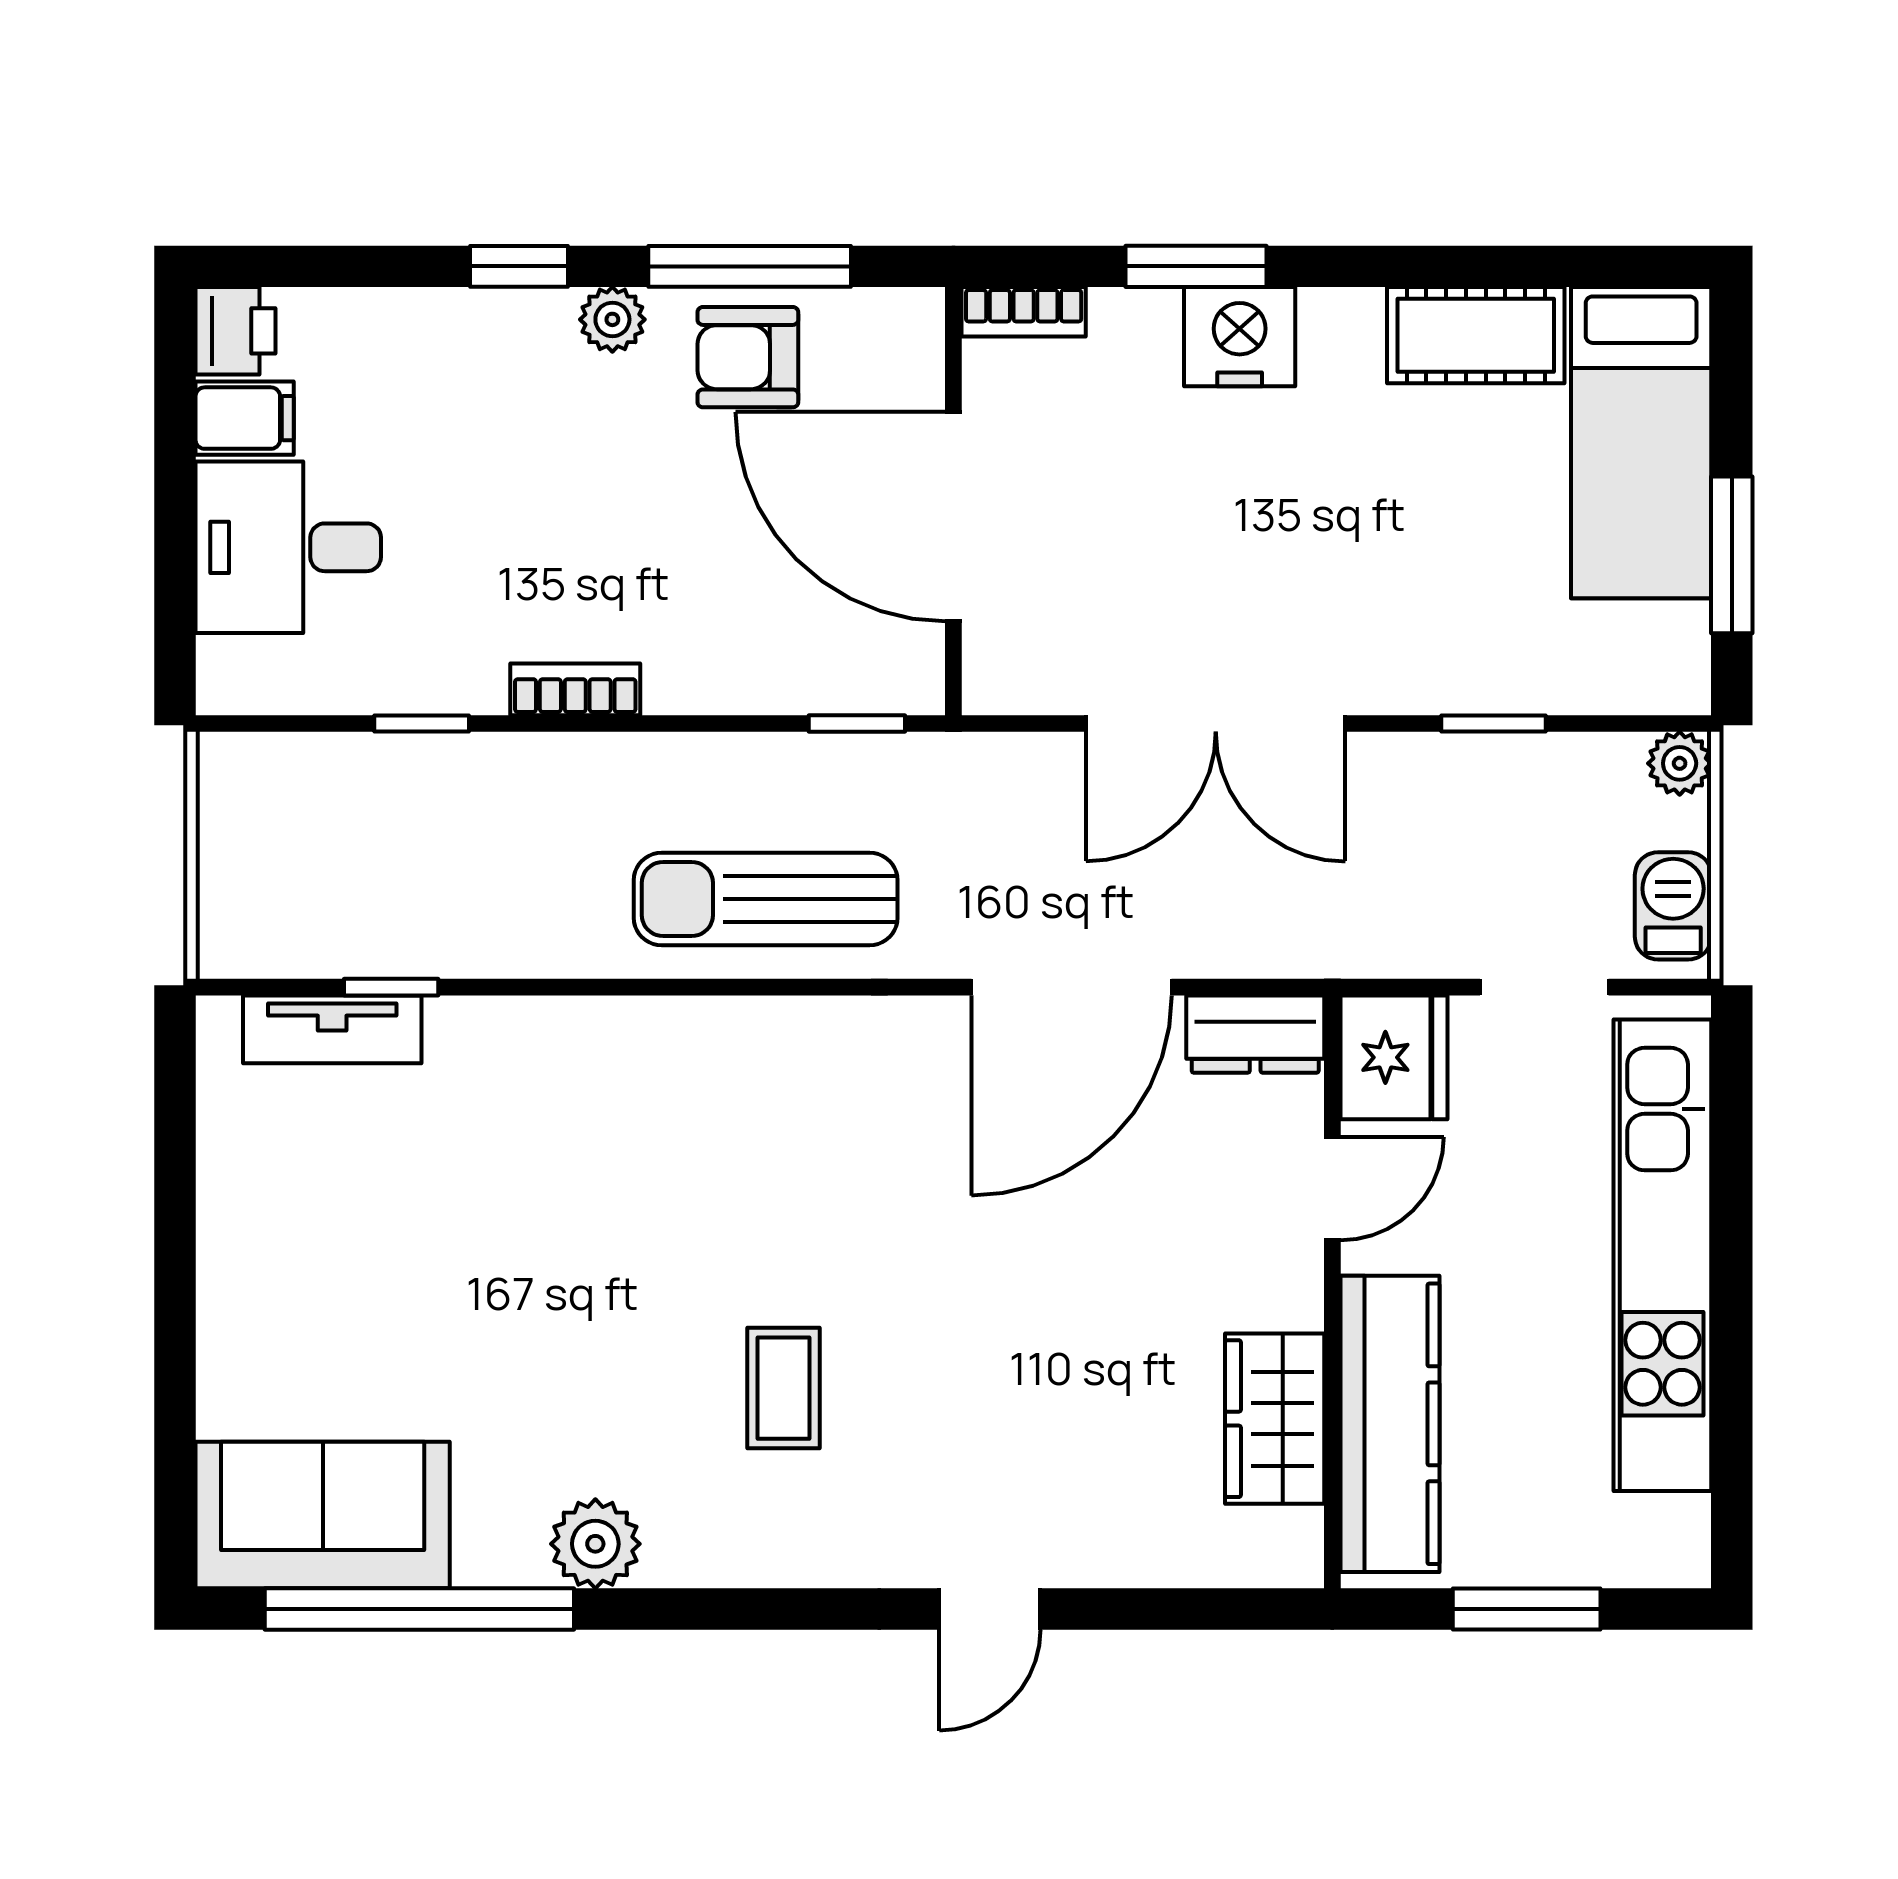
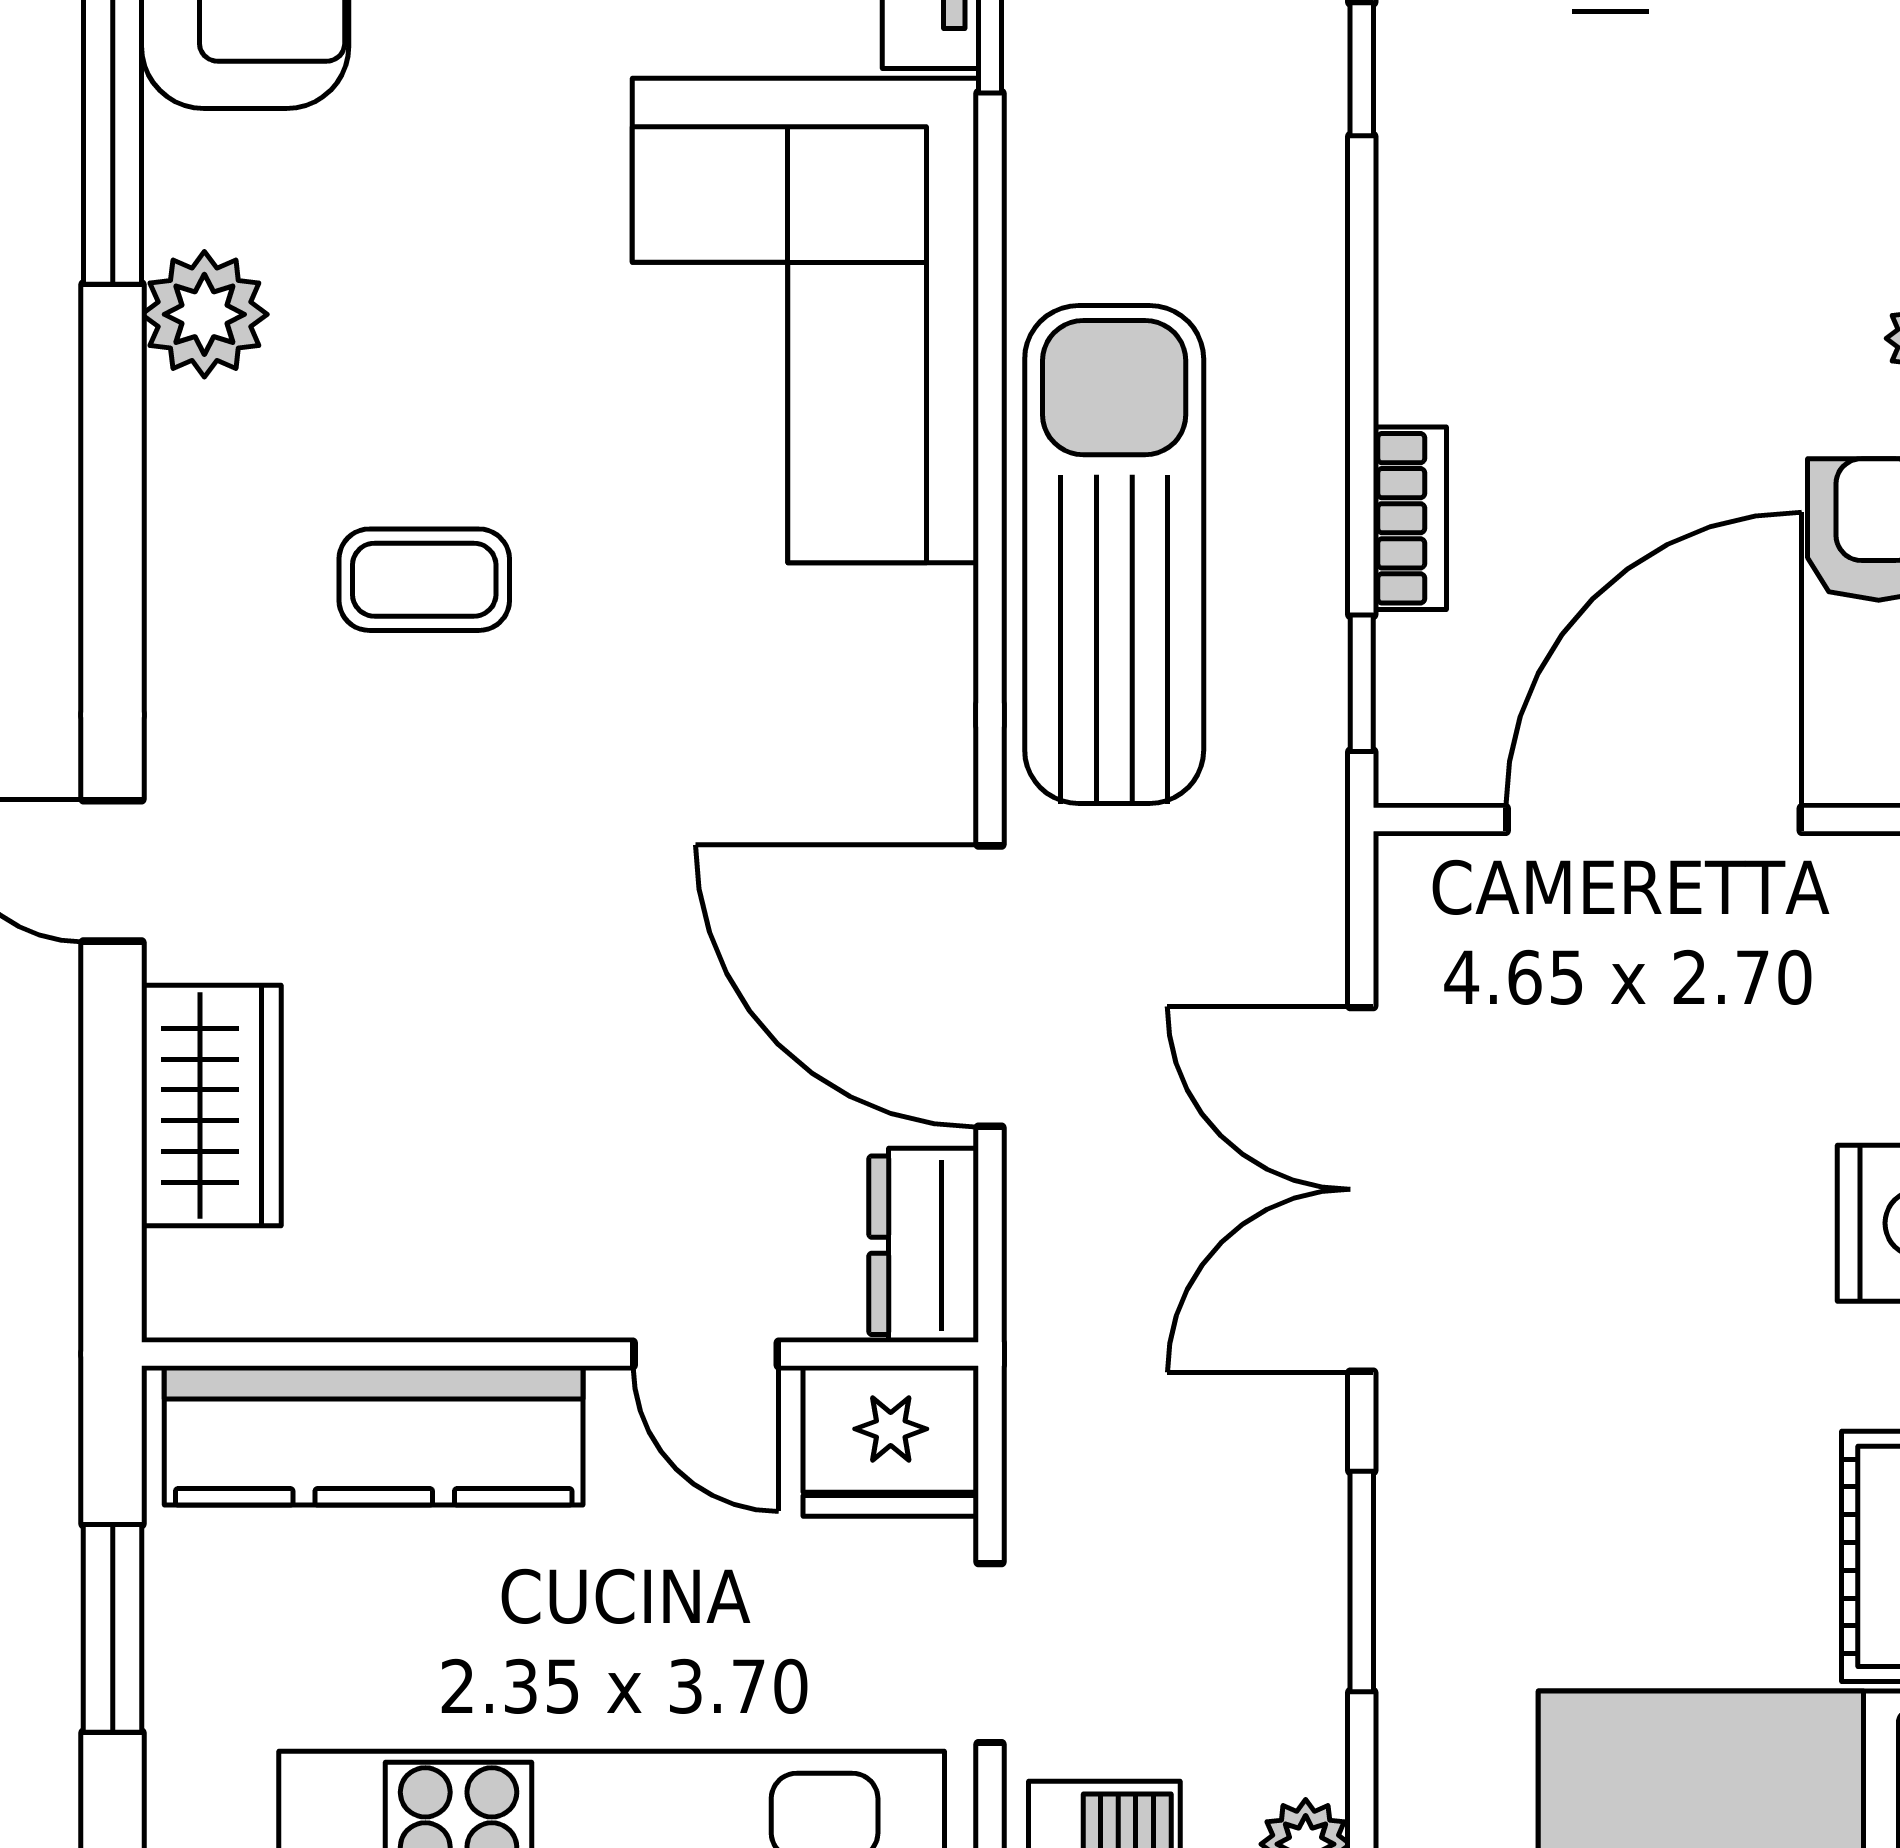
bookcase: (575, 689) -> (1410, 518), moved
window: (1494, 724) -> (1362, 1582), width x1.50
sun lounger: (766, 899) -> (1114, 555), width x1.36, depth x1.34
corner sofa: (600, 1118) -> (805, 320), added
wardrobe: (1275, 1419) -> (211, 1105), moved, turned 90

